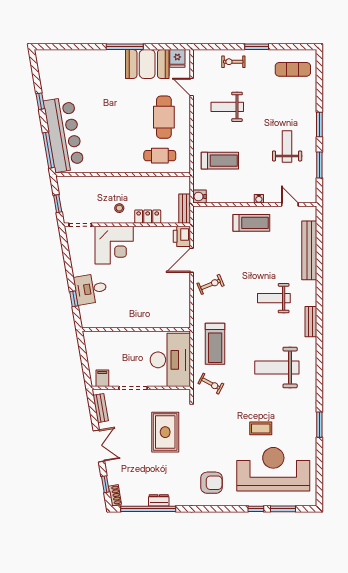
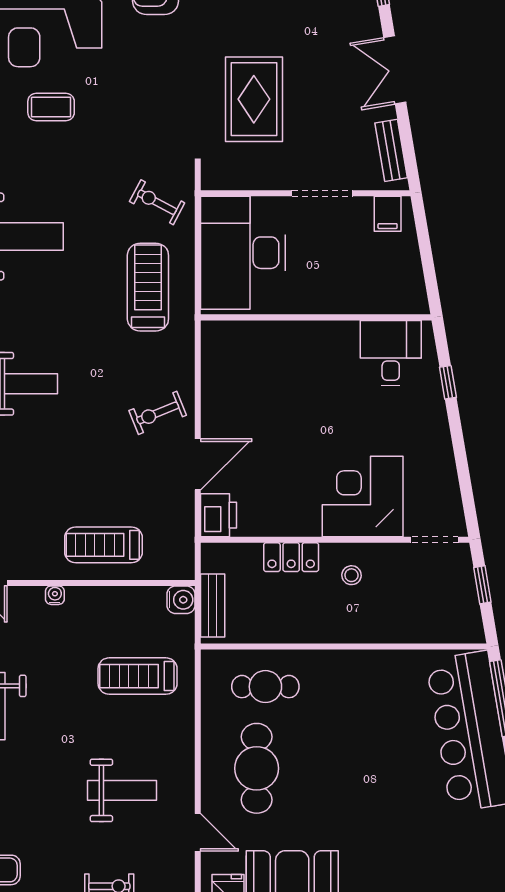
bench: (185, 209) -> (213, 606), moved
treadmill: (251, 223) -> (103, 545), moved
desk: (91, 289) -> (391, 353), moved, turned -80

